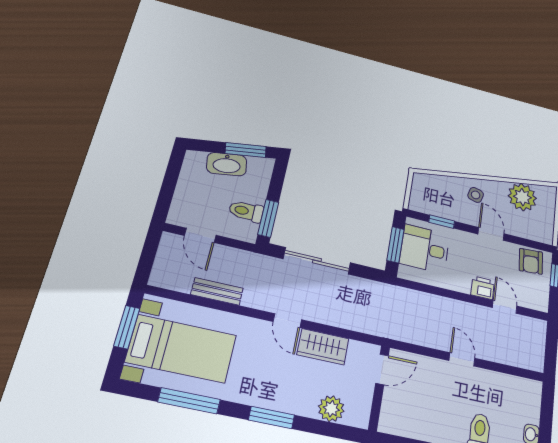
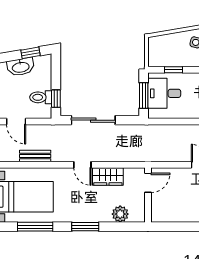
window: (246, 150) -> (30, 53), width x0.67
window: (268, 218) -> (56, 99), width x0.67

